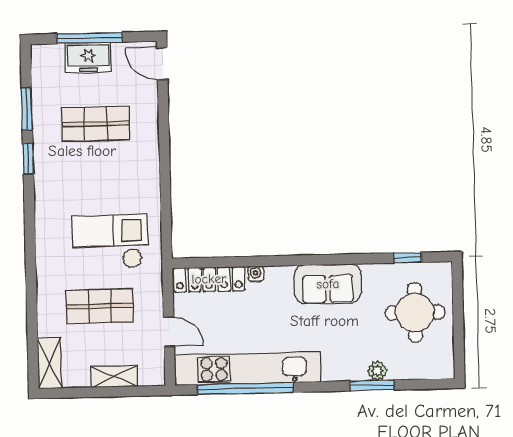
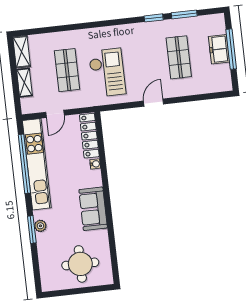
door: (162, 64) -> (154, 103), moved
window: (407, 258) -> (114, 256), removed
shelving: (49, 363) -> (22, 52), moved, turned 90
plant: (377, 371) -> (40, 226), moved
window: (372, 385) -> (32, 230), moved

